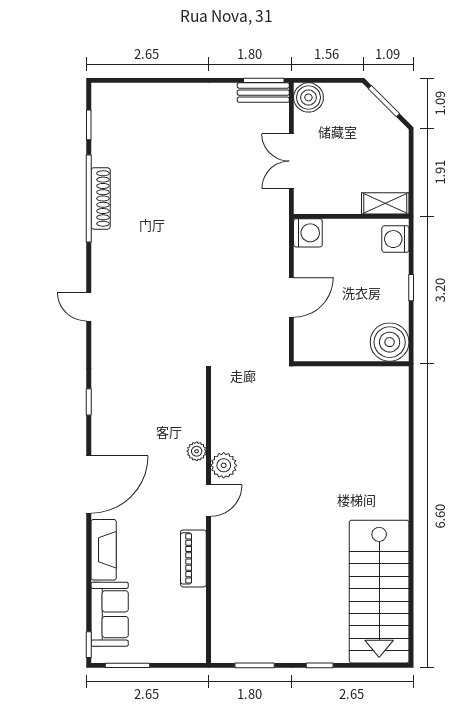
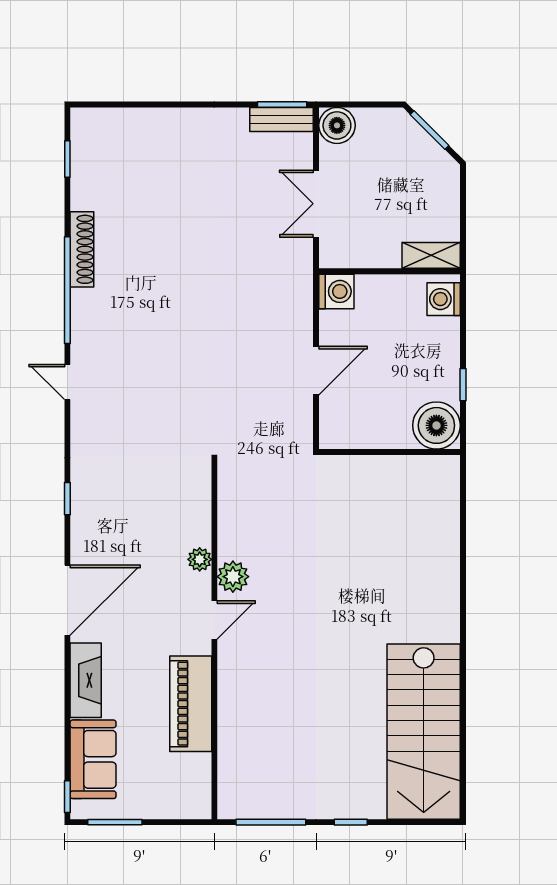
window: (89, 199) -> (67, 290), moved
window: (411, 288) -> (463, 385), moved
piano: (193, 558) -> (191, 704), width x1.37, depth x1.33
window: (255, 665) -> (271, 822), width x1.44

